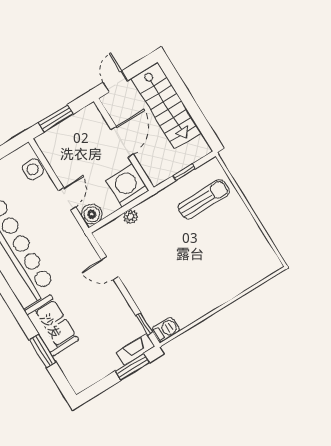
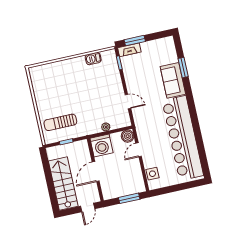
barbecue: (166, 330) -> (93, 59), moved

